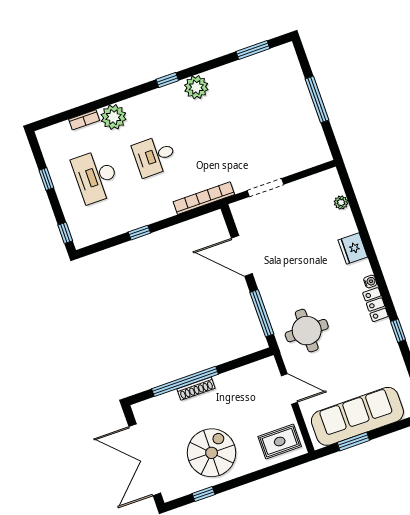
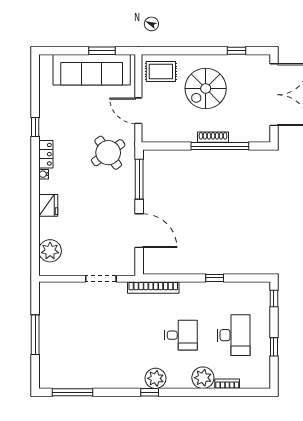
window: (253, 50) -> (73, 392), width x1.44
plant: (196, 87) -> (155, 378), moved
plant: (341, 203) -> (50, 251), width x1.87, depth x1.87
round table: (307, 331) -> (108, 153), turned -35
spiral stairs: (212, 453) -> (206, 88), moved

